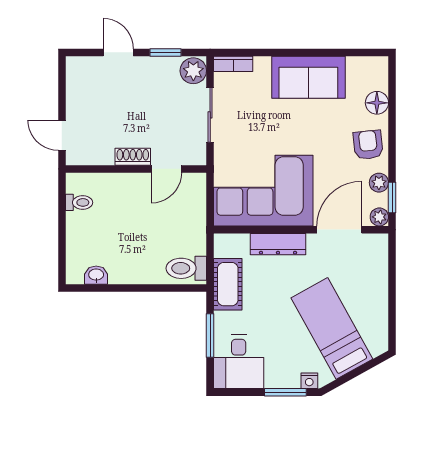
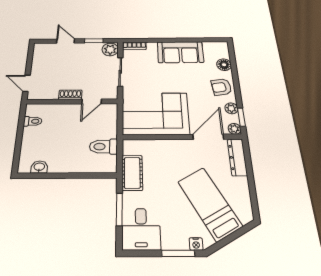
armchair: (368, 145) -> (221, 87), turned -92
dresser: (278, 244) -> (237, 157), moved, turned 90
toilet: (186, 268) -> (103, 147), moved

